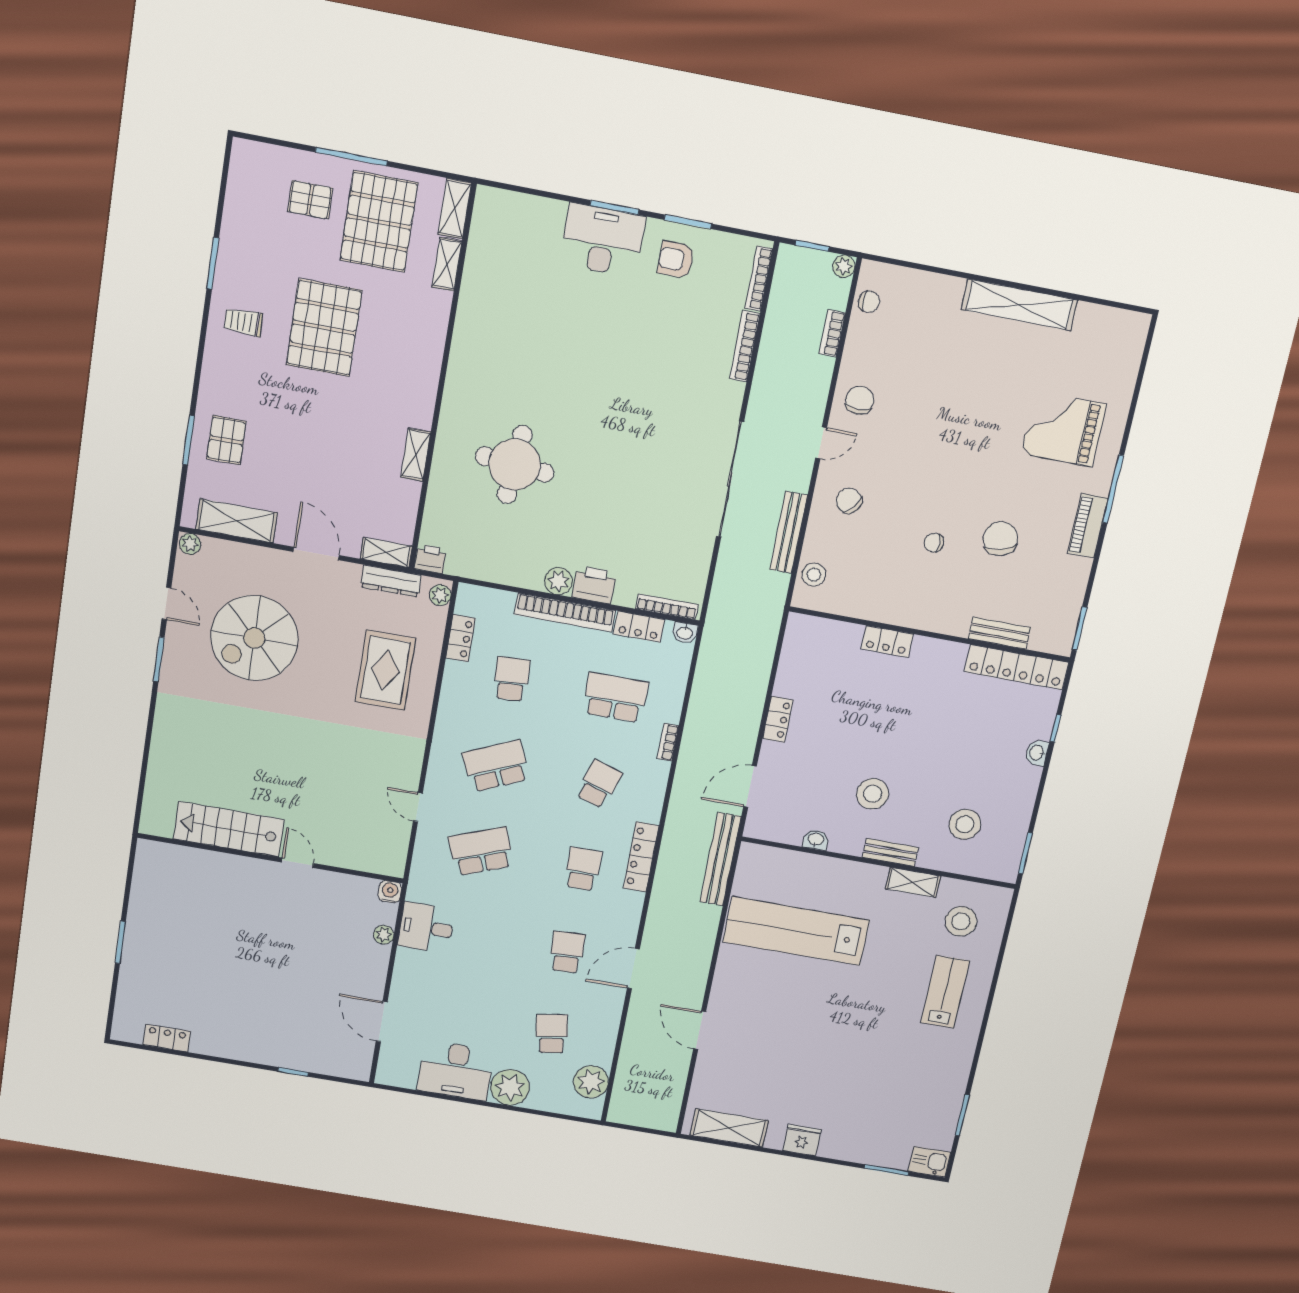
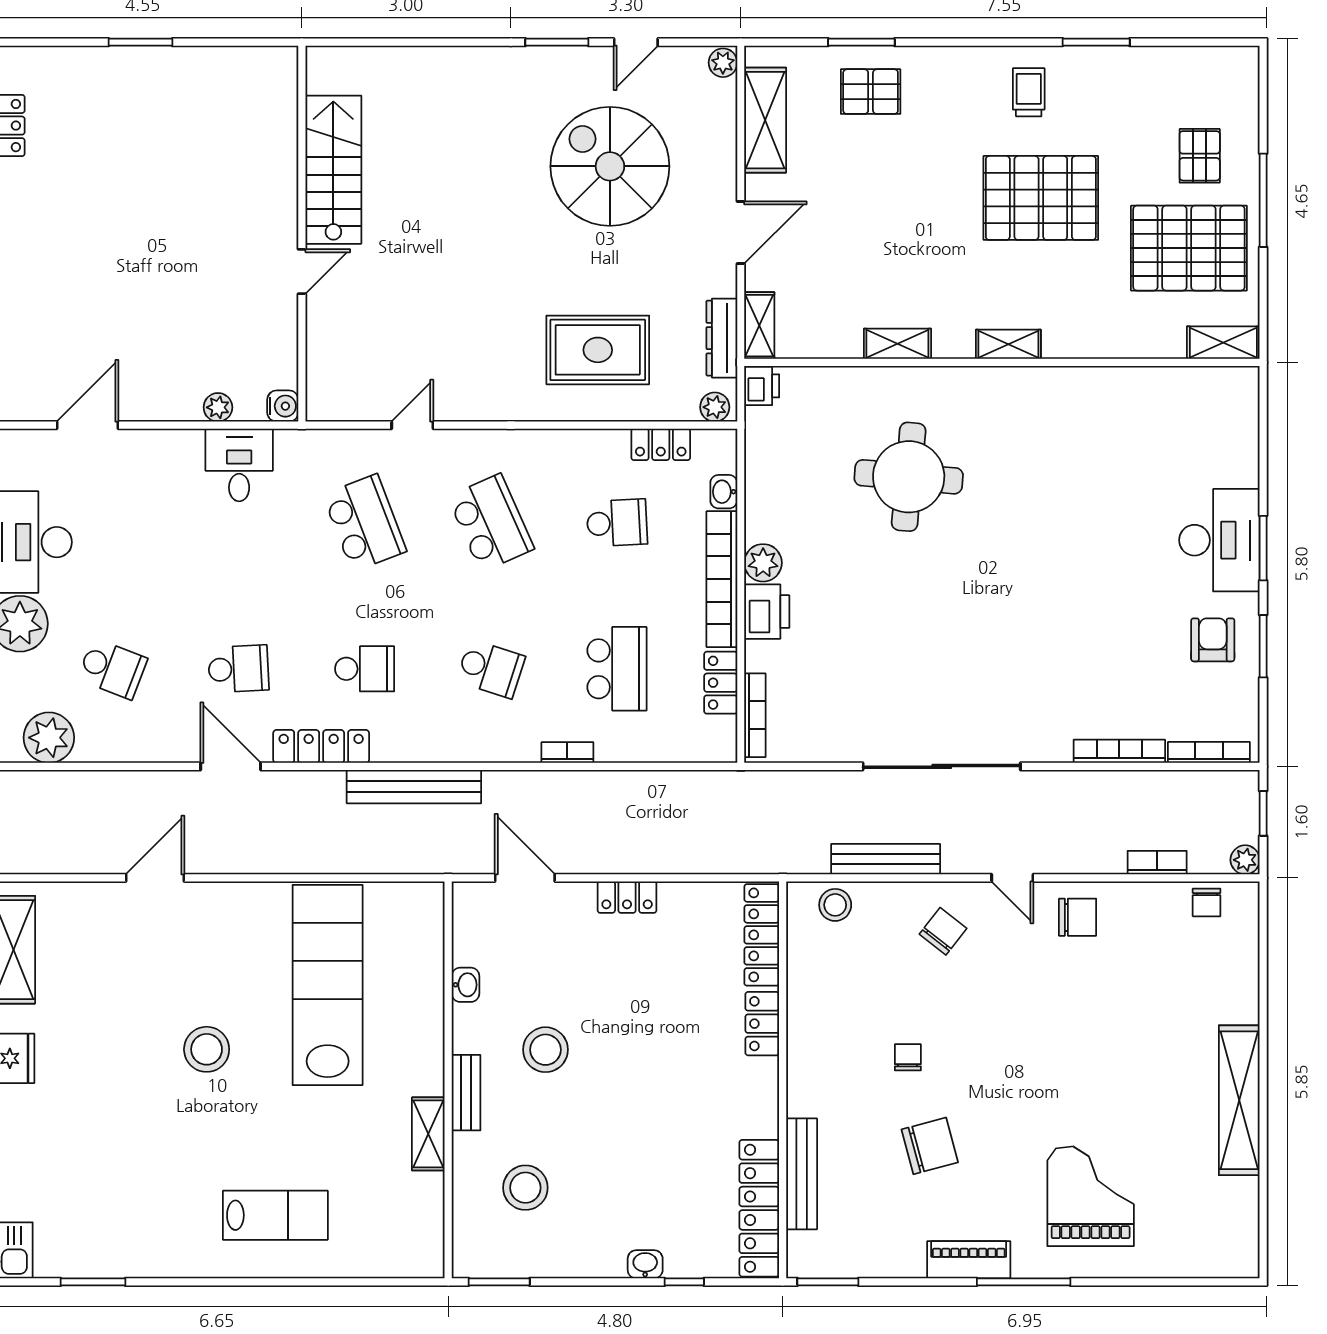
shelving: (447, 264) -> (1008, 344), moved
locker: (824, 630) -> (762, 935), added
washbasin: (685, 633) -> (724, 492), moved
bench: (999, 633) -> (802, 1174), width x1.36
locker: (641, 857) -> (321, 746), moved
bench: (720, 859) -> (414, 787), moved
stool: (961, 921) -> (207, 1049), moved
school desk: (552, 1034) -> (112, 669), turned 30

